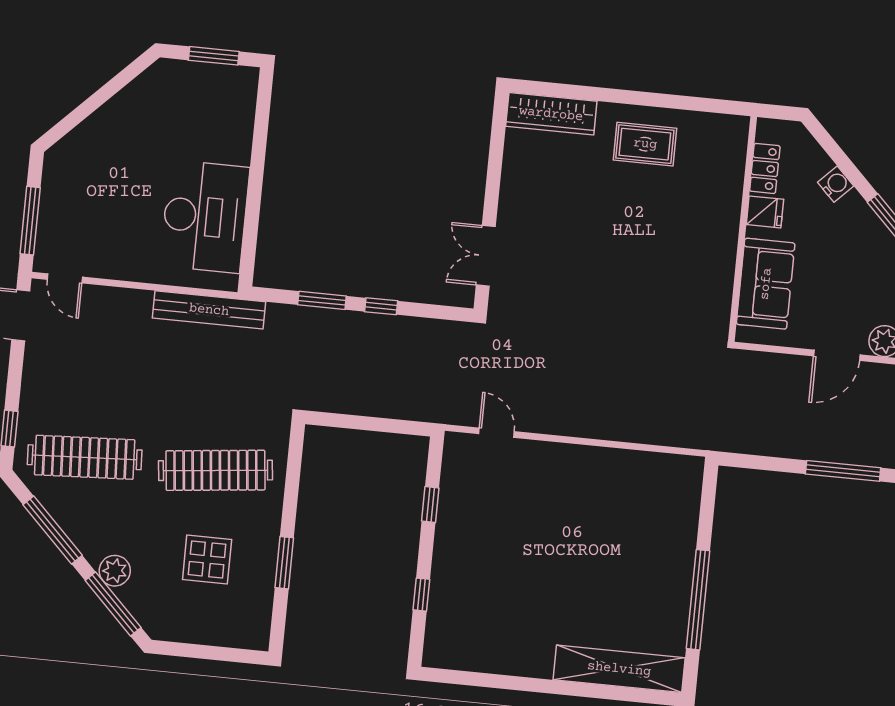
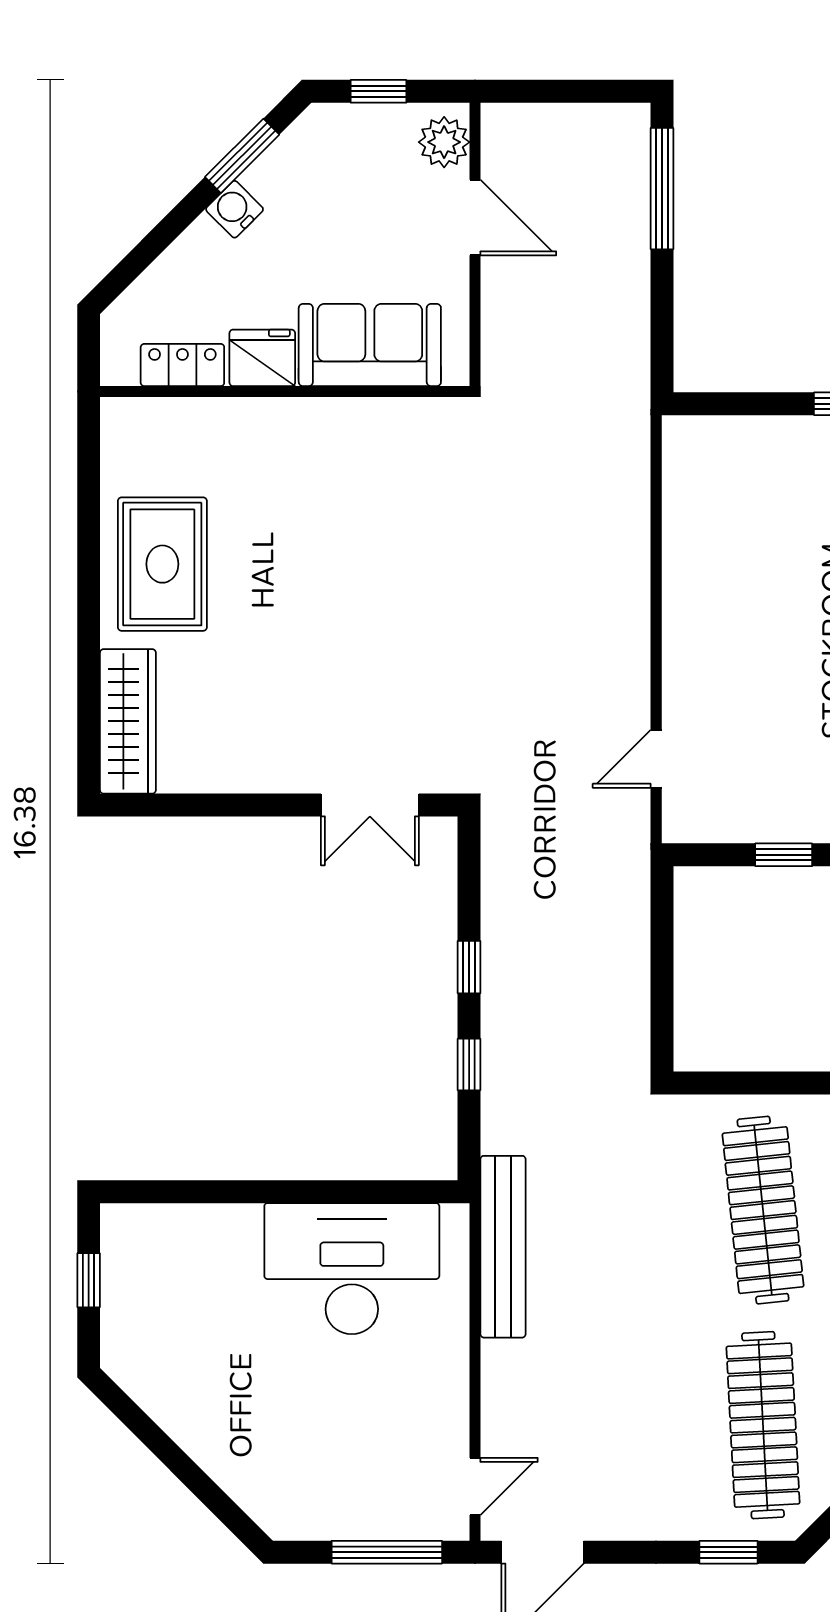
window: (214, 56) -> (89, 1280), width x0.67
rug: (645, 144) -> (162, 564), width x1.36, depth x1.43
water cooler: (836, 184) -> (235, 209), moved
fridge: (765, 212) -> (262, 358), width x1.38
window: (322, 300) -> (469, 1064), width x0.67

